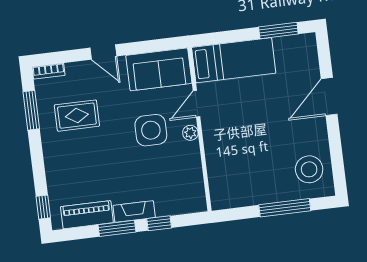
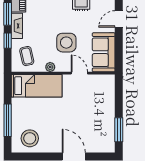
bed: (234, 60) -> (37, 86), moved, turned -90
plant: (190, 133) -> (50, 67), moved
coffee table: (180, 190) -> (27, 56), added

